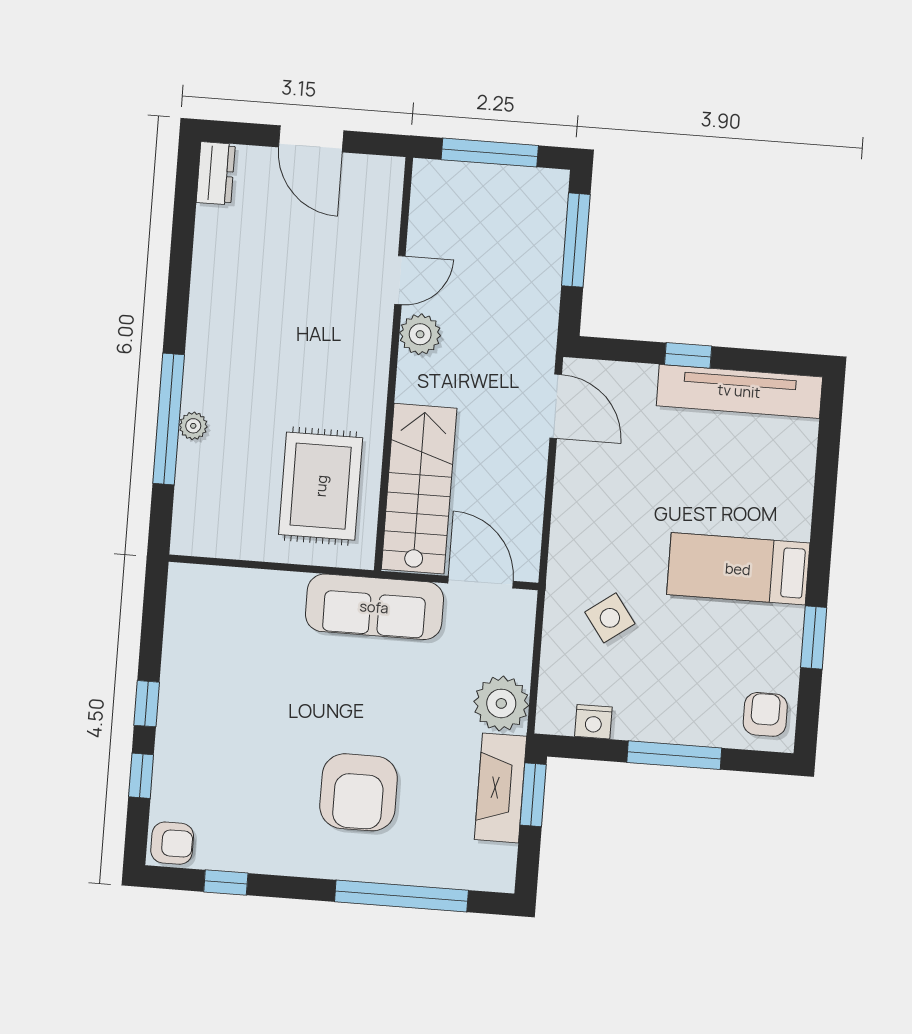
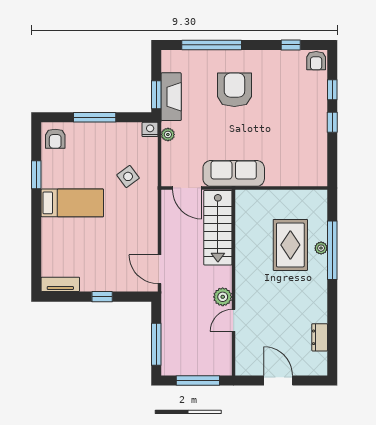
dresser: (216, 173) -> (320, 337), moved
tv unit: (739, 391) -> (60, 284), width x0.52, depth x0.78
rug: (321, 486) -> (290, 245), moved
plant: (501, 703) -> (168, 134), width x0.53, depth x0.53
nightstand: (593, 722) -> (150, 129), moved
armchair: (172, 843) -> (316, 61), turned -90

